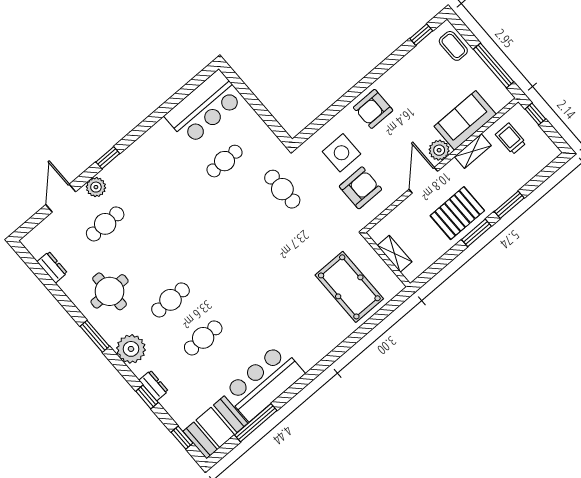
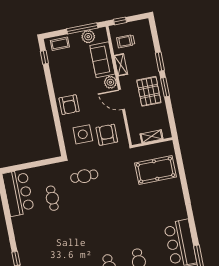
plant: (487, 81) -> (88, 37), added

